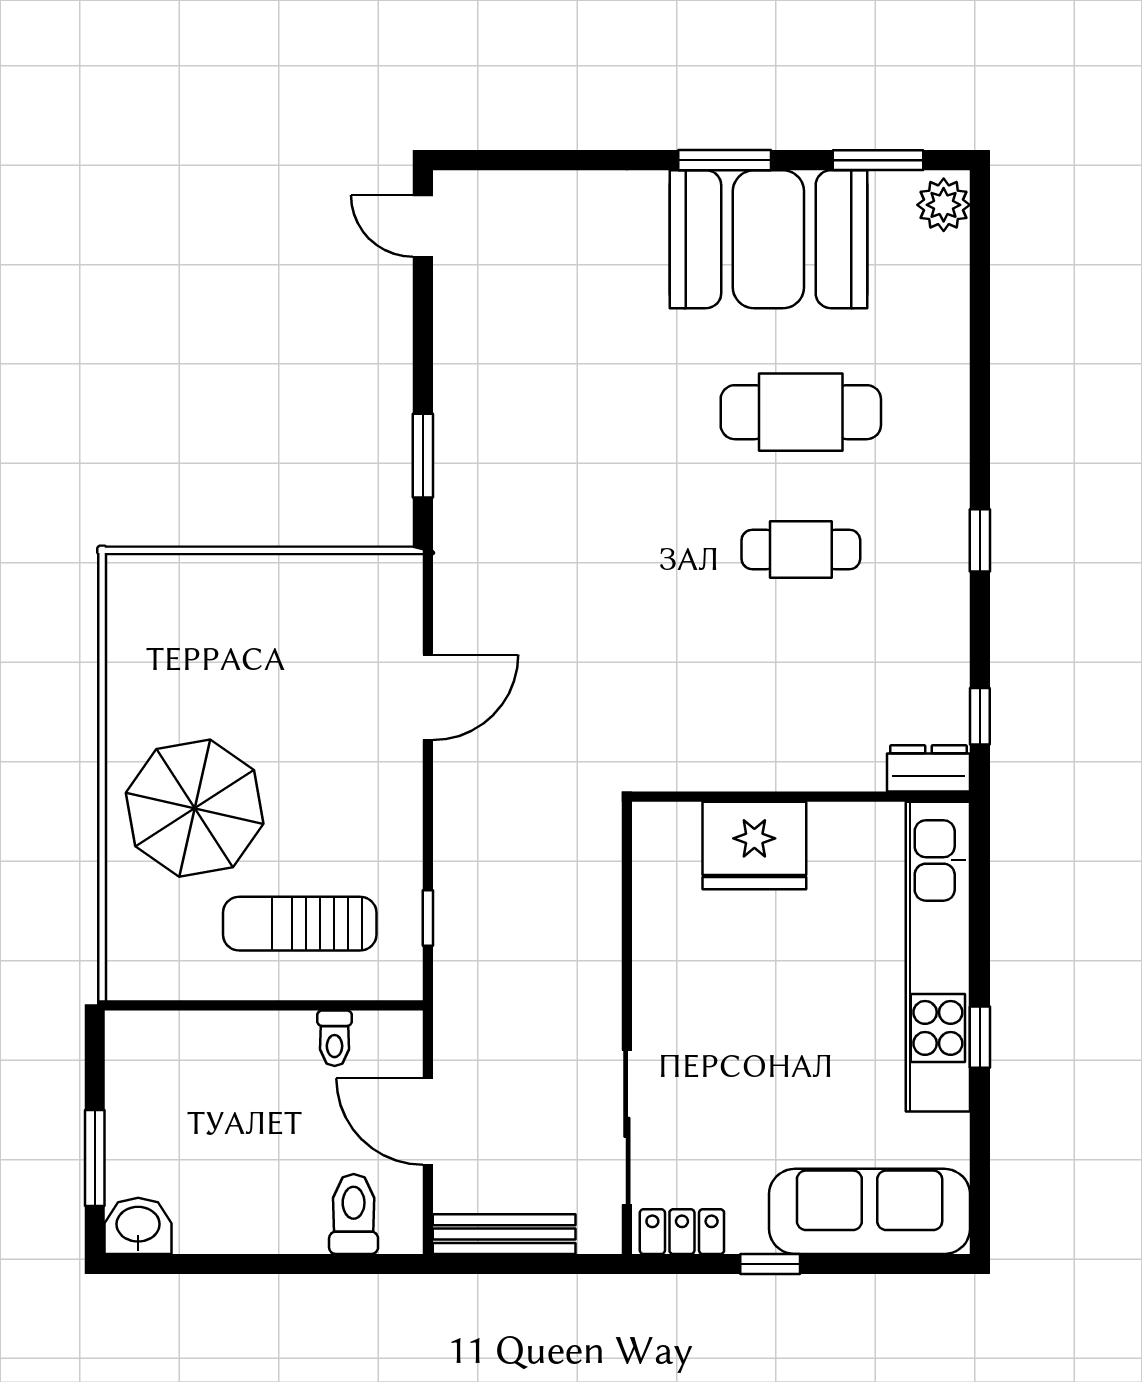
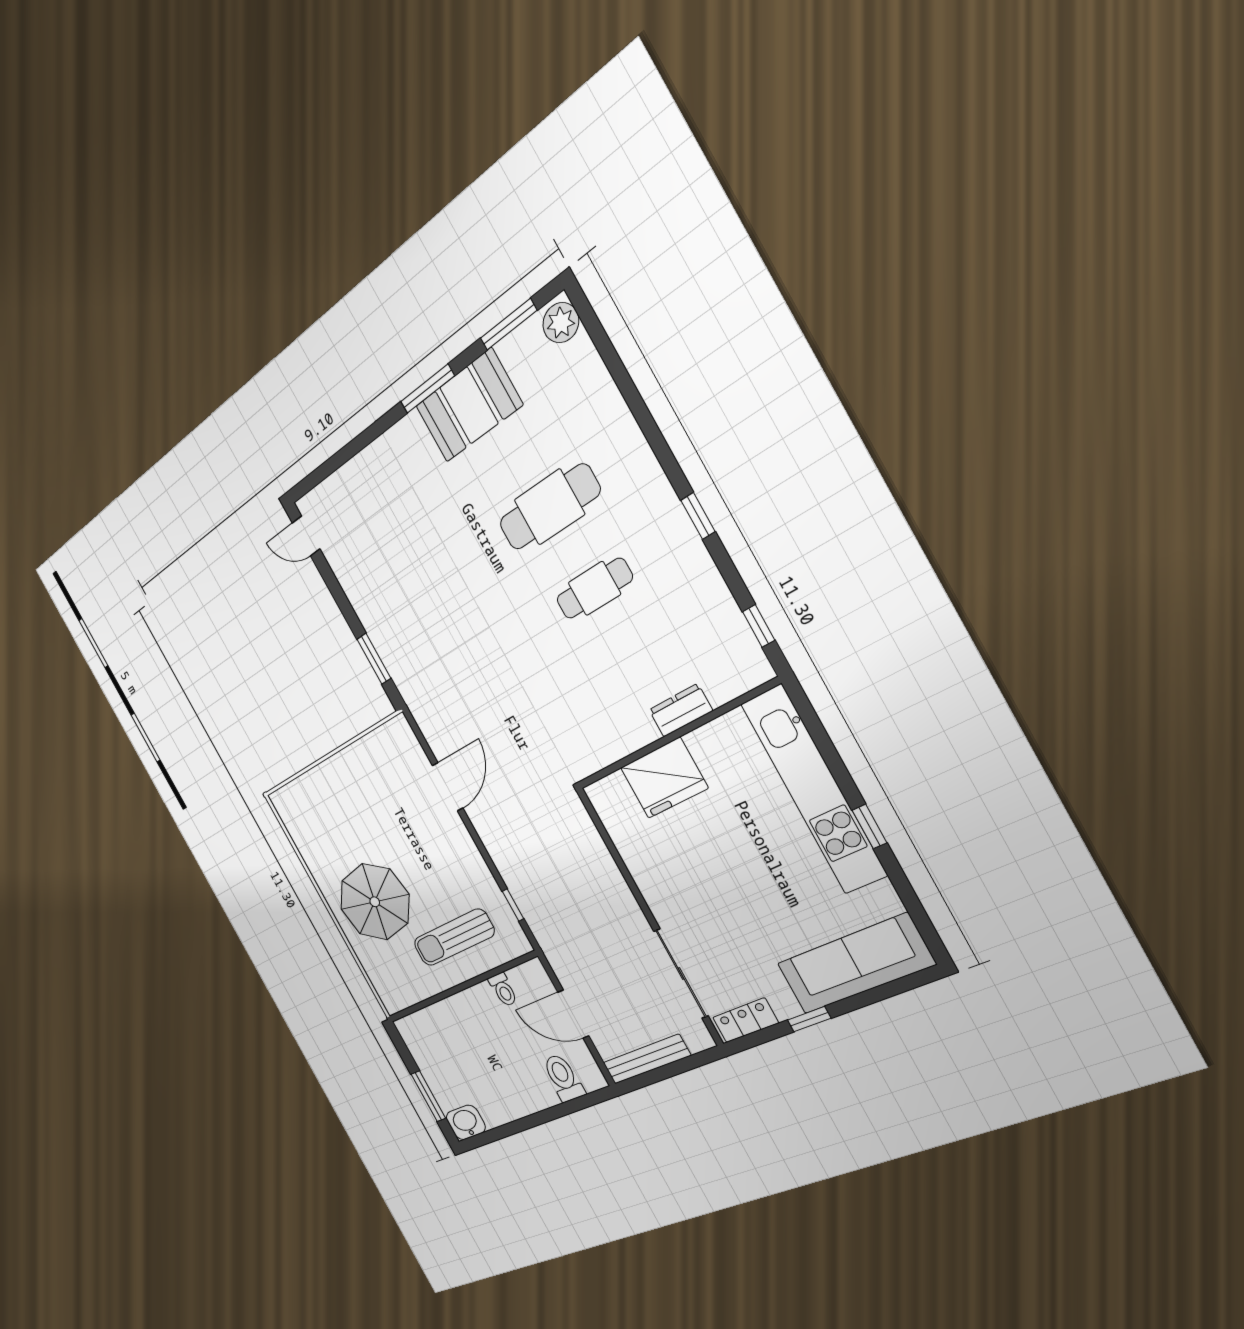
booth: (768, 239) -> (469, 405), width x0.73, depth x0.70
dresser: (929, 768) -> (681, 710), moved

